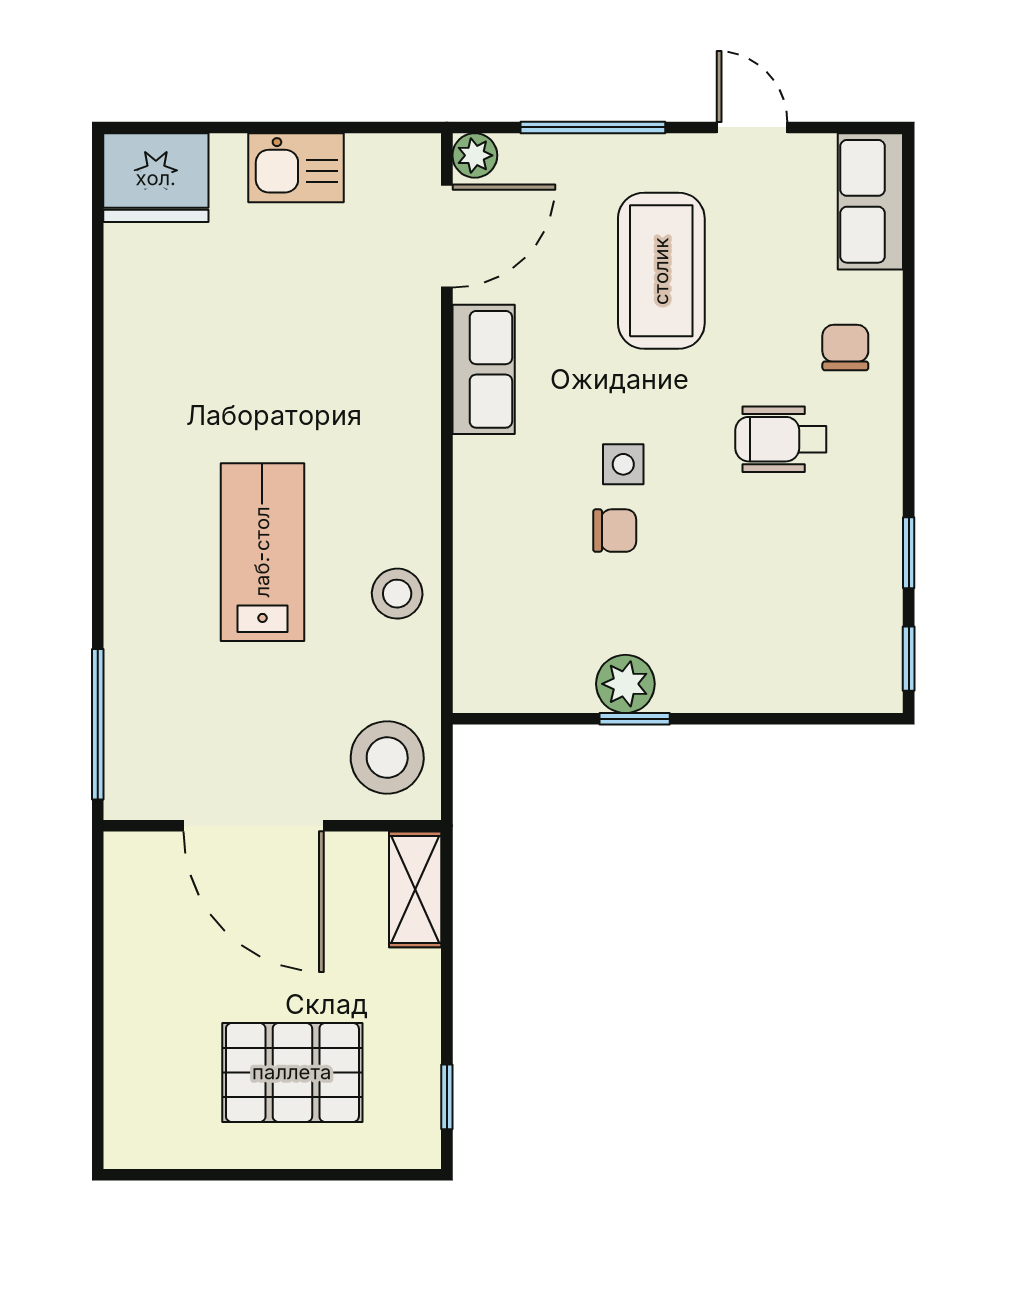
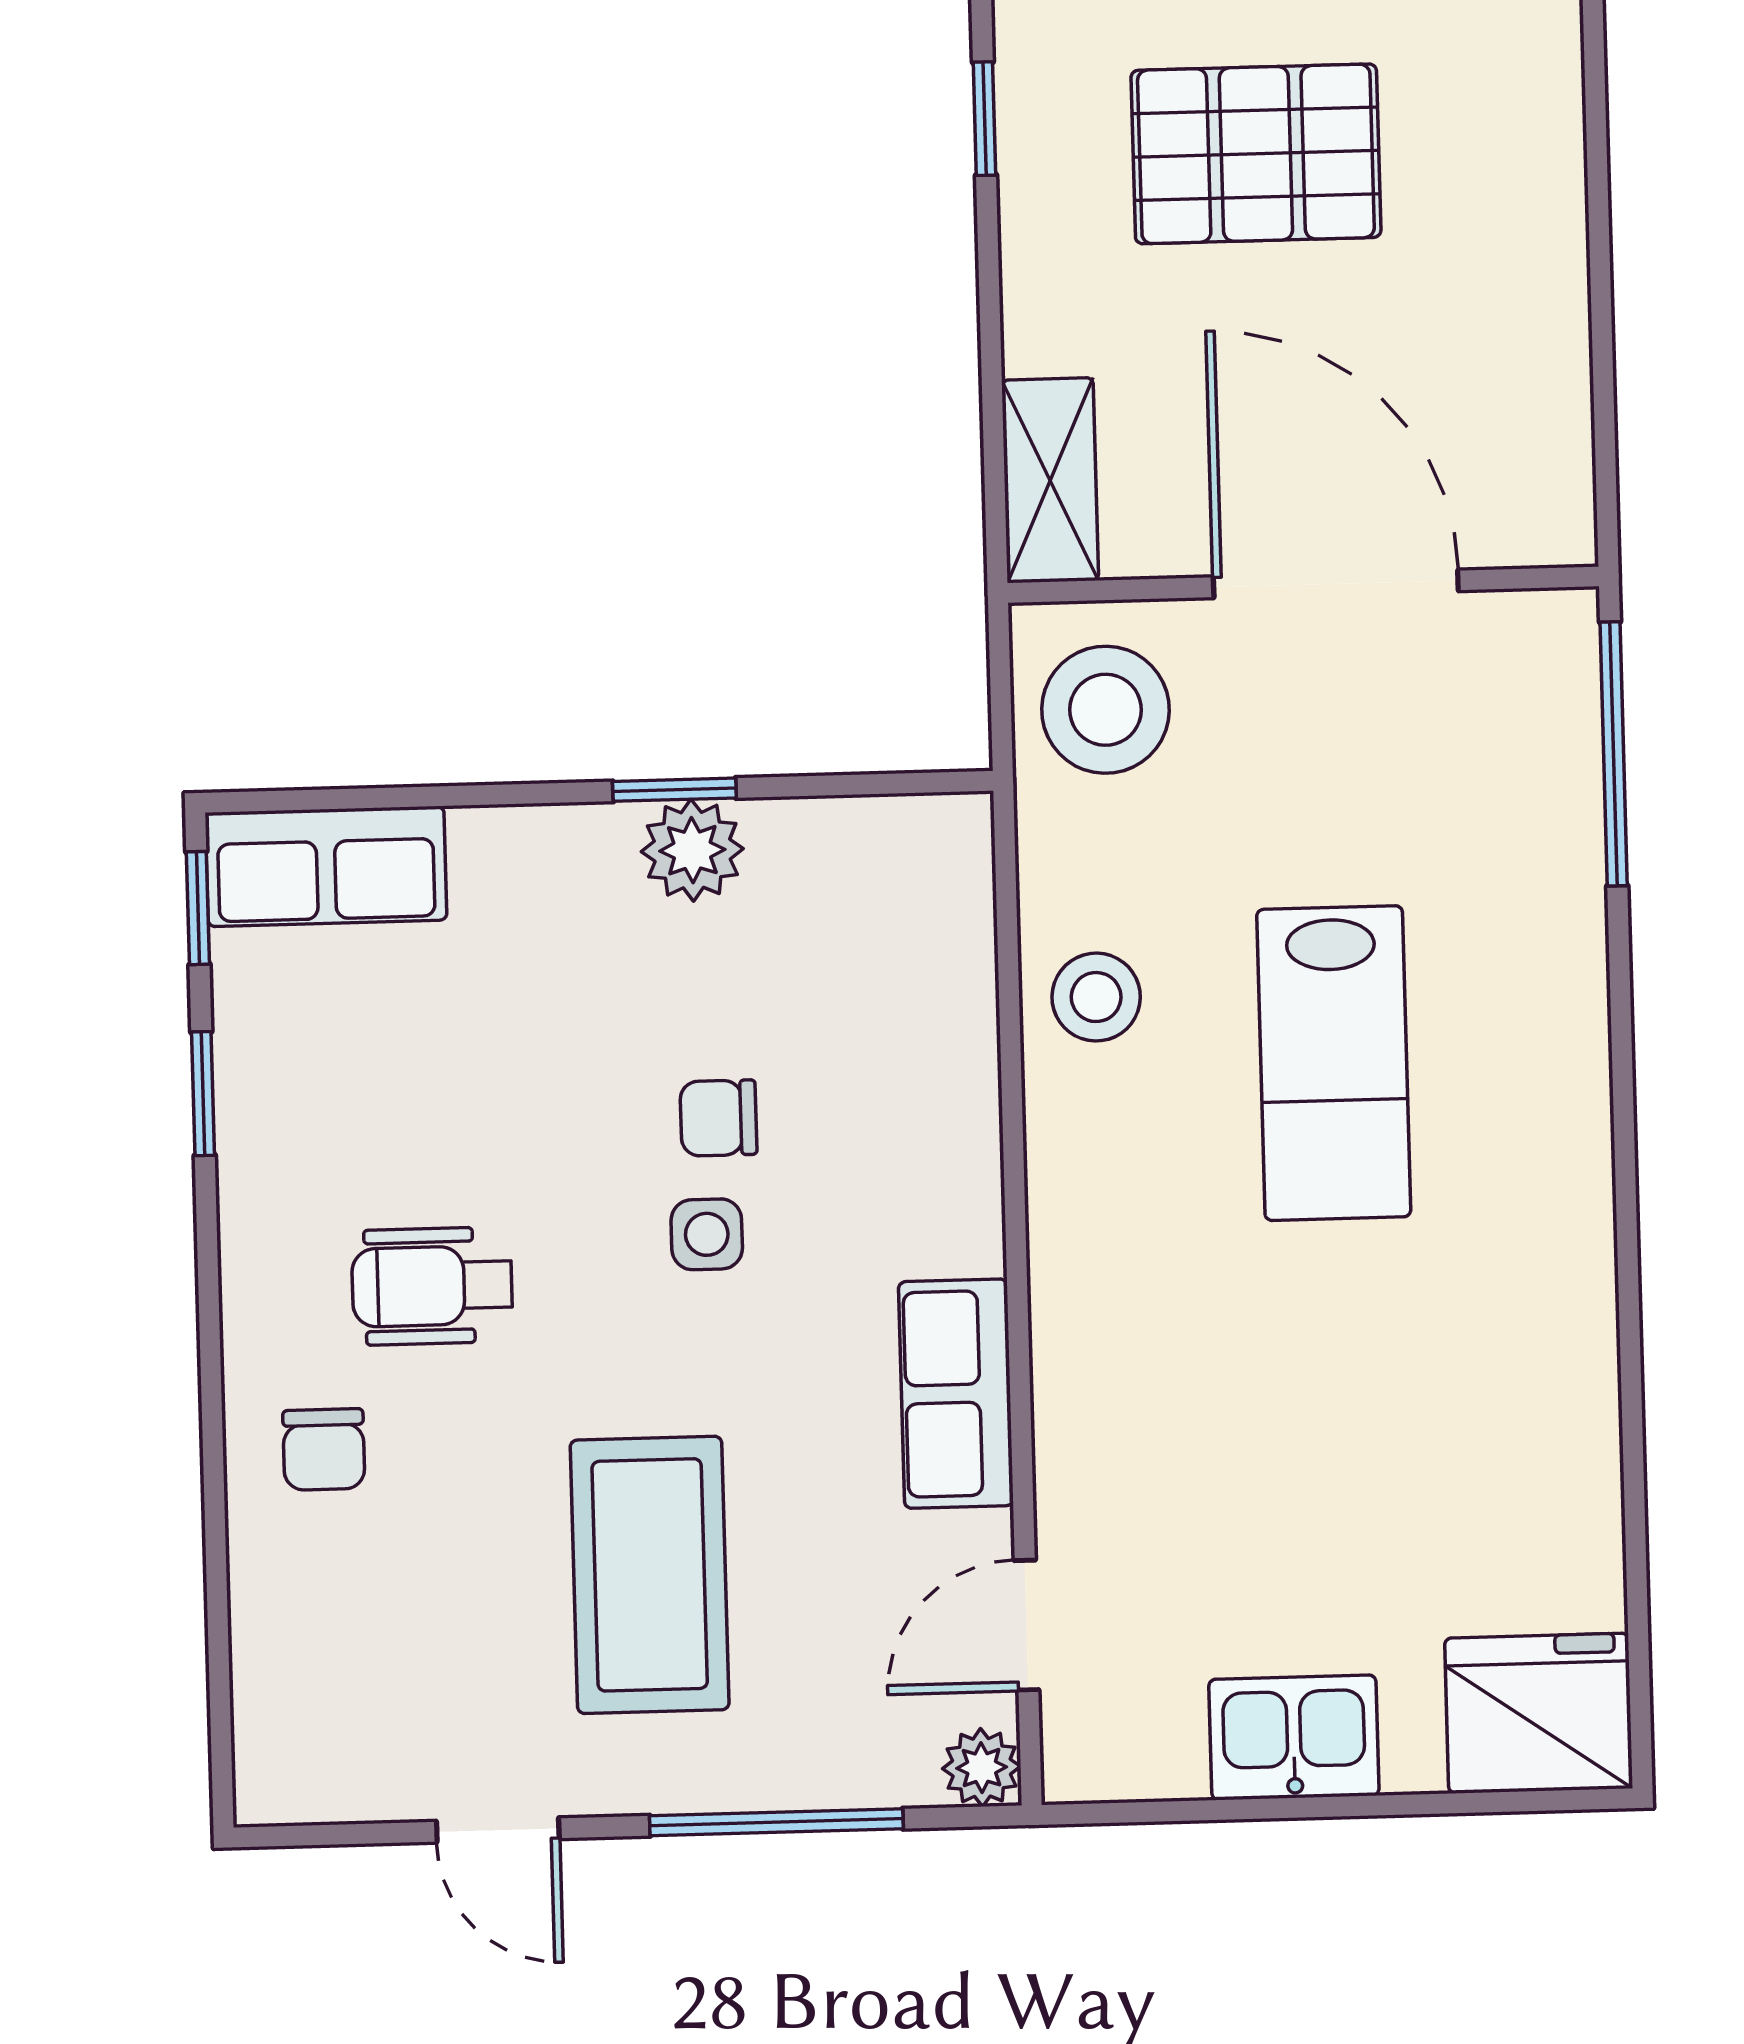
row of seats: (870, 201) -> (326, 866), moved, turned 90
door: (447, 236) -> (1027, 1625), width x0.73
wheelchair: (781, 439) -> (432, 1286), turned 180

